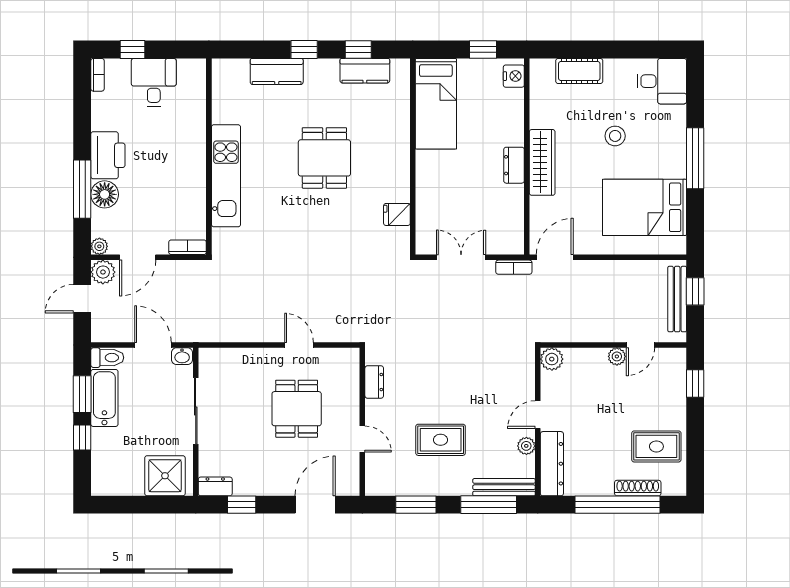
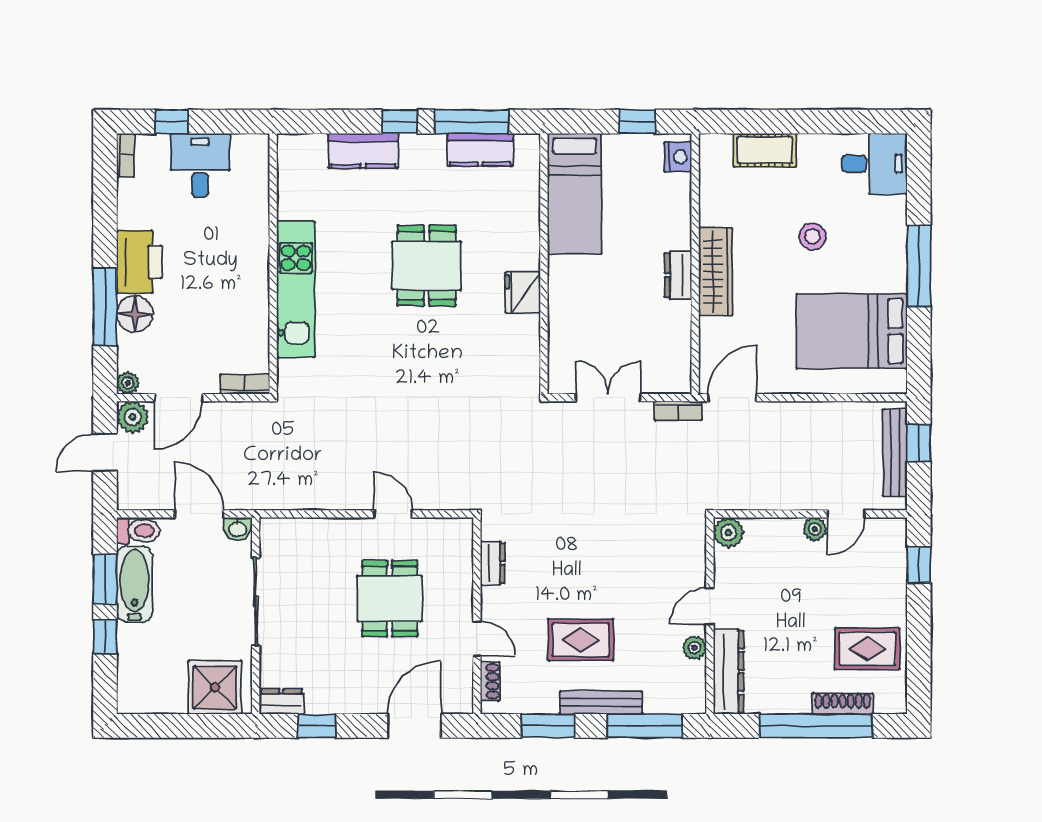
window: (358, 50) -> (471, 122), width x2.17
fridge: (397, 214) -> (523, 293), moved, width x1.38
shoe rack: (372, 471) -> (490, 681), added
bench: (504, 487) -> (601, 703), moved

